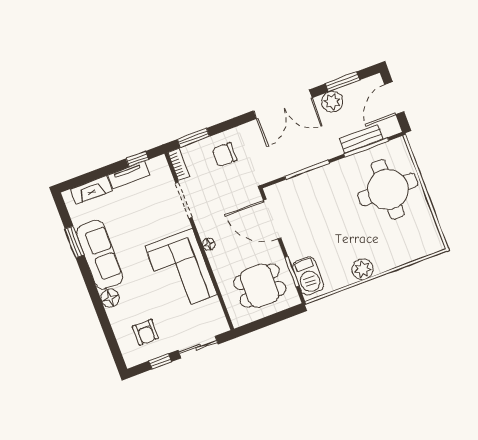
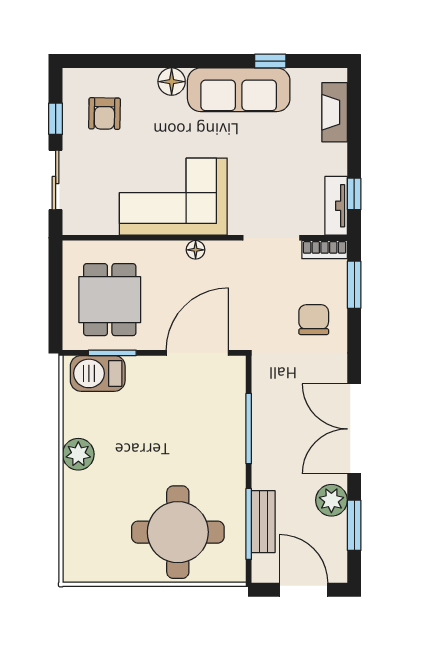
tv unit: (129, 175) -> (336, 206), moved
window: (75, 242) -> (270, 61), width x0.67
armchair: (146, 332) -> (104, 113), turned -89

